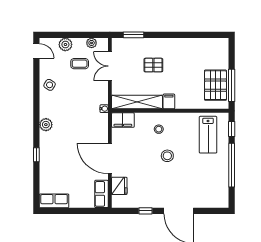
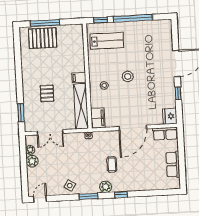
plant: (65, 44) -> (32, 161), moved
coffee table: (80, 64) -> (112, 164), moved
pallet: (215, 85) -> (43, 38), moved
window: (232, 85) -> (45, 23), moved
window: (36, 105) -> (88, 196), added
window: (36, 155) -> (121, 195), moved
fridge: (119, 186) -> (170, 116), moved, turned -90
row of seats: (54, 201) -> (173, 164), moved

